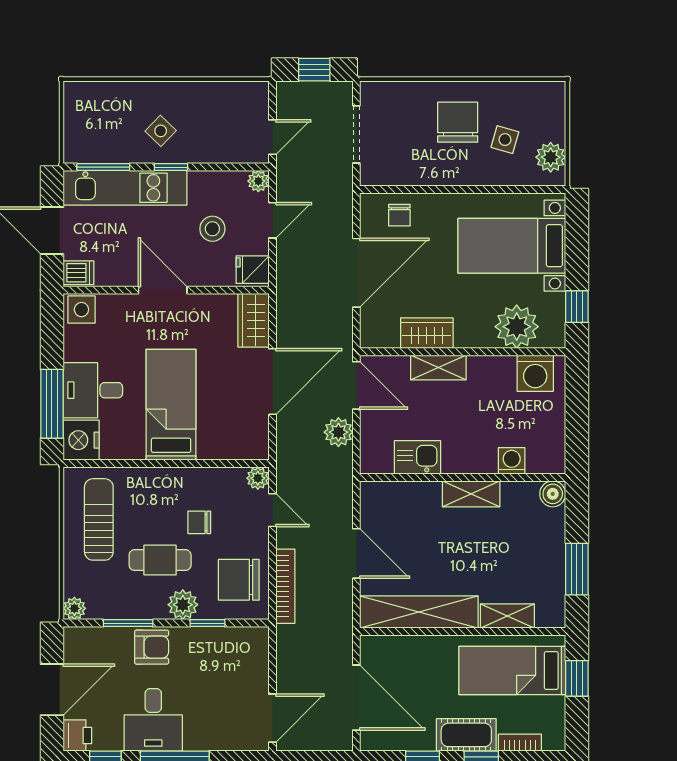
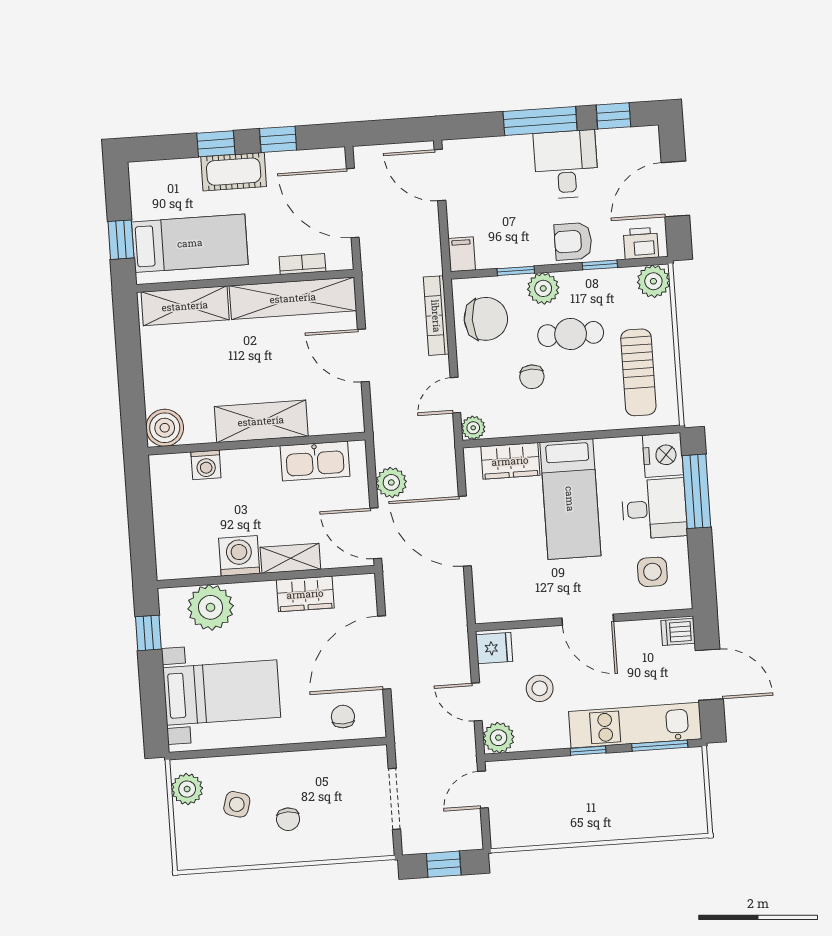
chair: (458, 122) -> (288, 819), width x0.54, depth x0.54
side table: (161, 131) -> (602, 788), removed
plant: (258, 181) -> (499, 738), width x1.38, depth x1.38
door: (272, 220) -> (477, 702), hinge flipped
side table: (81, 310) -> (652, 572), moved
wardrobe: (254, 320) -> (510, 461), moved, turned 90
washing machine: (535, 373) -> (239, 556), moved
door: (272, 382) -> (465, 531), hinge flipped
kitchen sink: (417, 457) -> (315, 461), width x1.38
shelving: (471, 494) -> (261, 421), width x1.50, depth x1.33
boiler: (553, 494) -> (165, 428), width x1.36, depth x1.36
door: (272, 510) -> (455, 395), hinge flipped
chair: (199, 522) -> (532, 377), turned 90
window: (577, 569) -> (129, 355), removed
plant: (74, 608) -> (653, 281), width x1.38, depth x1.38
shelving: (507, 616) -> (185, 306), width x1.50, depth x1.33
window: (128, 623) -> (600, 265), width x0.67
filing cabinet: (257, 642) -> (462, 254), added
door: (272, 718) -> (440, 175), hinge flipped
printer: (77, 736) -> (641, 243), moved, turned 90
bookcase: (520, 743) -> (302, 264), moved, turned 180

